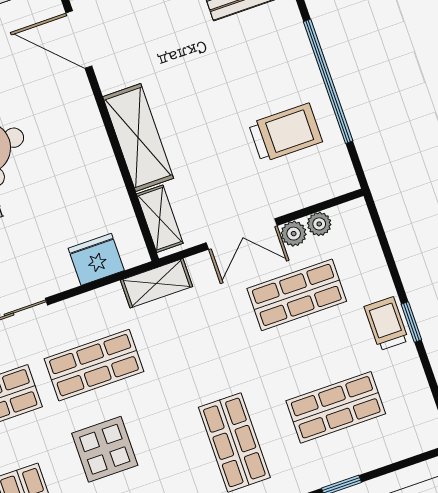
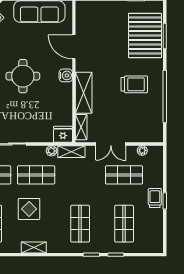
water cooler: (83, 112) -> (66, 75), added
trolley: (285, 133) -> (134, 84), moved
plant: (294, 234) -> (52, 151), moved
fridge: (96, 259) -> (63, 134), moved
shop shelf: (336, 407) -> (124, 224), turned 90

